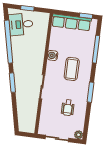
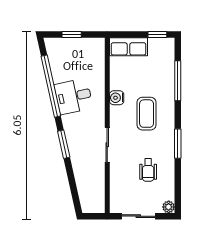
row of seats: (71, 22) -> (129, 47), width x0.68
desk: (21, 24) -> (74, 96), moved

